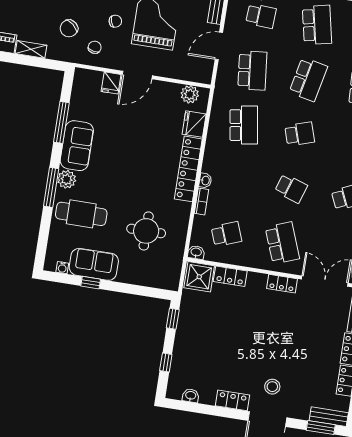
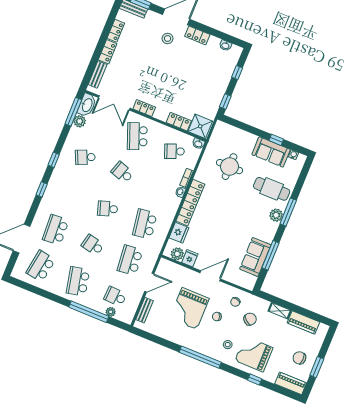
school desk: (308, 79) -> (93, 245), width x0.54
fridge: (111, 83) -> (190, 258), moved
sofa: (77, 146) -> (255, 257), moved

